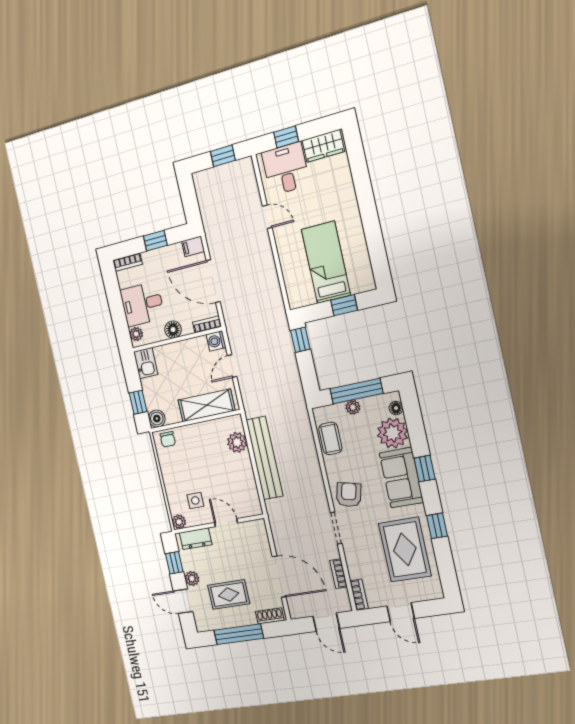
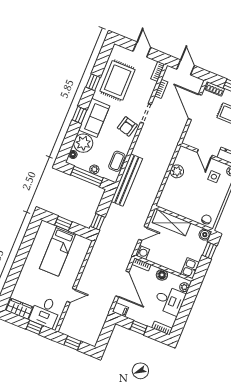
door: (267, 217) -> (71, 295), swing flipped
plant: (237, 442) -> (177, 171), moved
bench: (264, 458) -> (127, 180), moved

